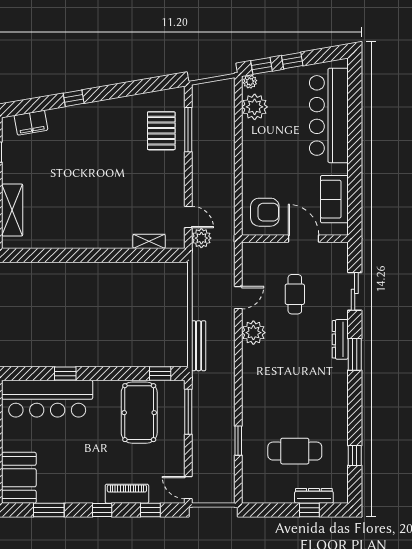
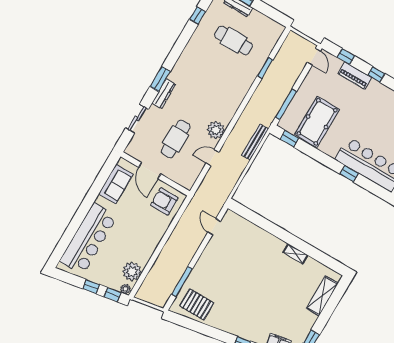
pallet: (161, 131) -> (197, 304), moved, turned 90
plant: (201, 238) -> (214, 209), removed
shelving: (149, 241) -> (295, 254), moved
cafe table: (295, 294) -> (176, 139), width x1.37, depth x1.35

